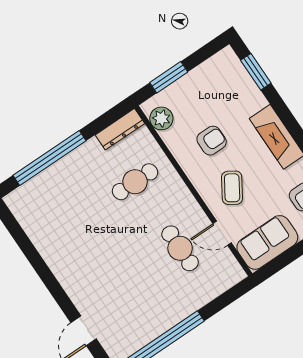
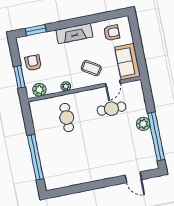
dresser: (120, 129) -> (36, 114), removed
armchair: (212, 141) -> (33, 63), moved
plant: (185, 159) -> (66, 86), added
plant: (177, 310) -> (143, 124), added

